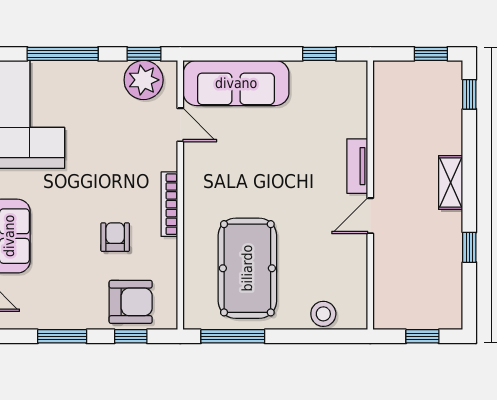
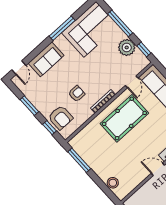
plant: (144, 80) -> (127, 47), moved
pool table: (247, 268) -> (124, 118), moved

